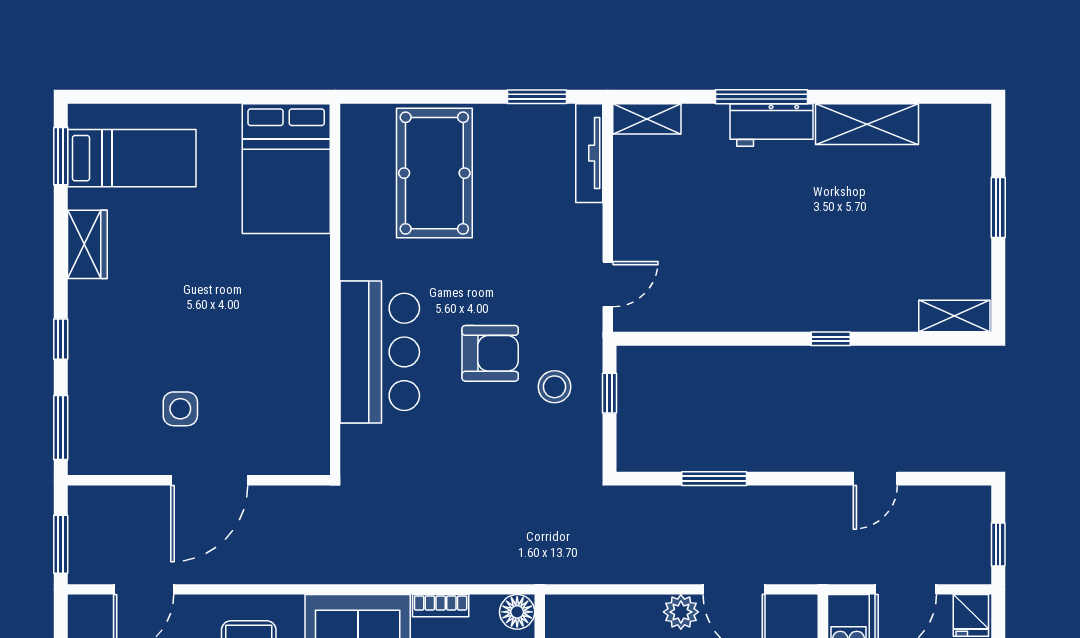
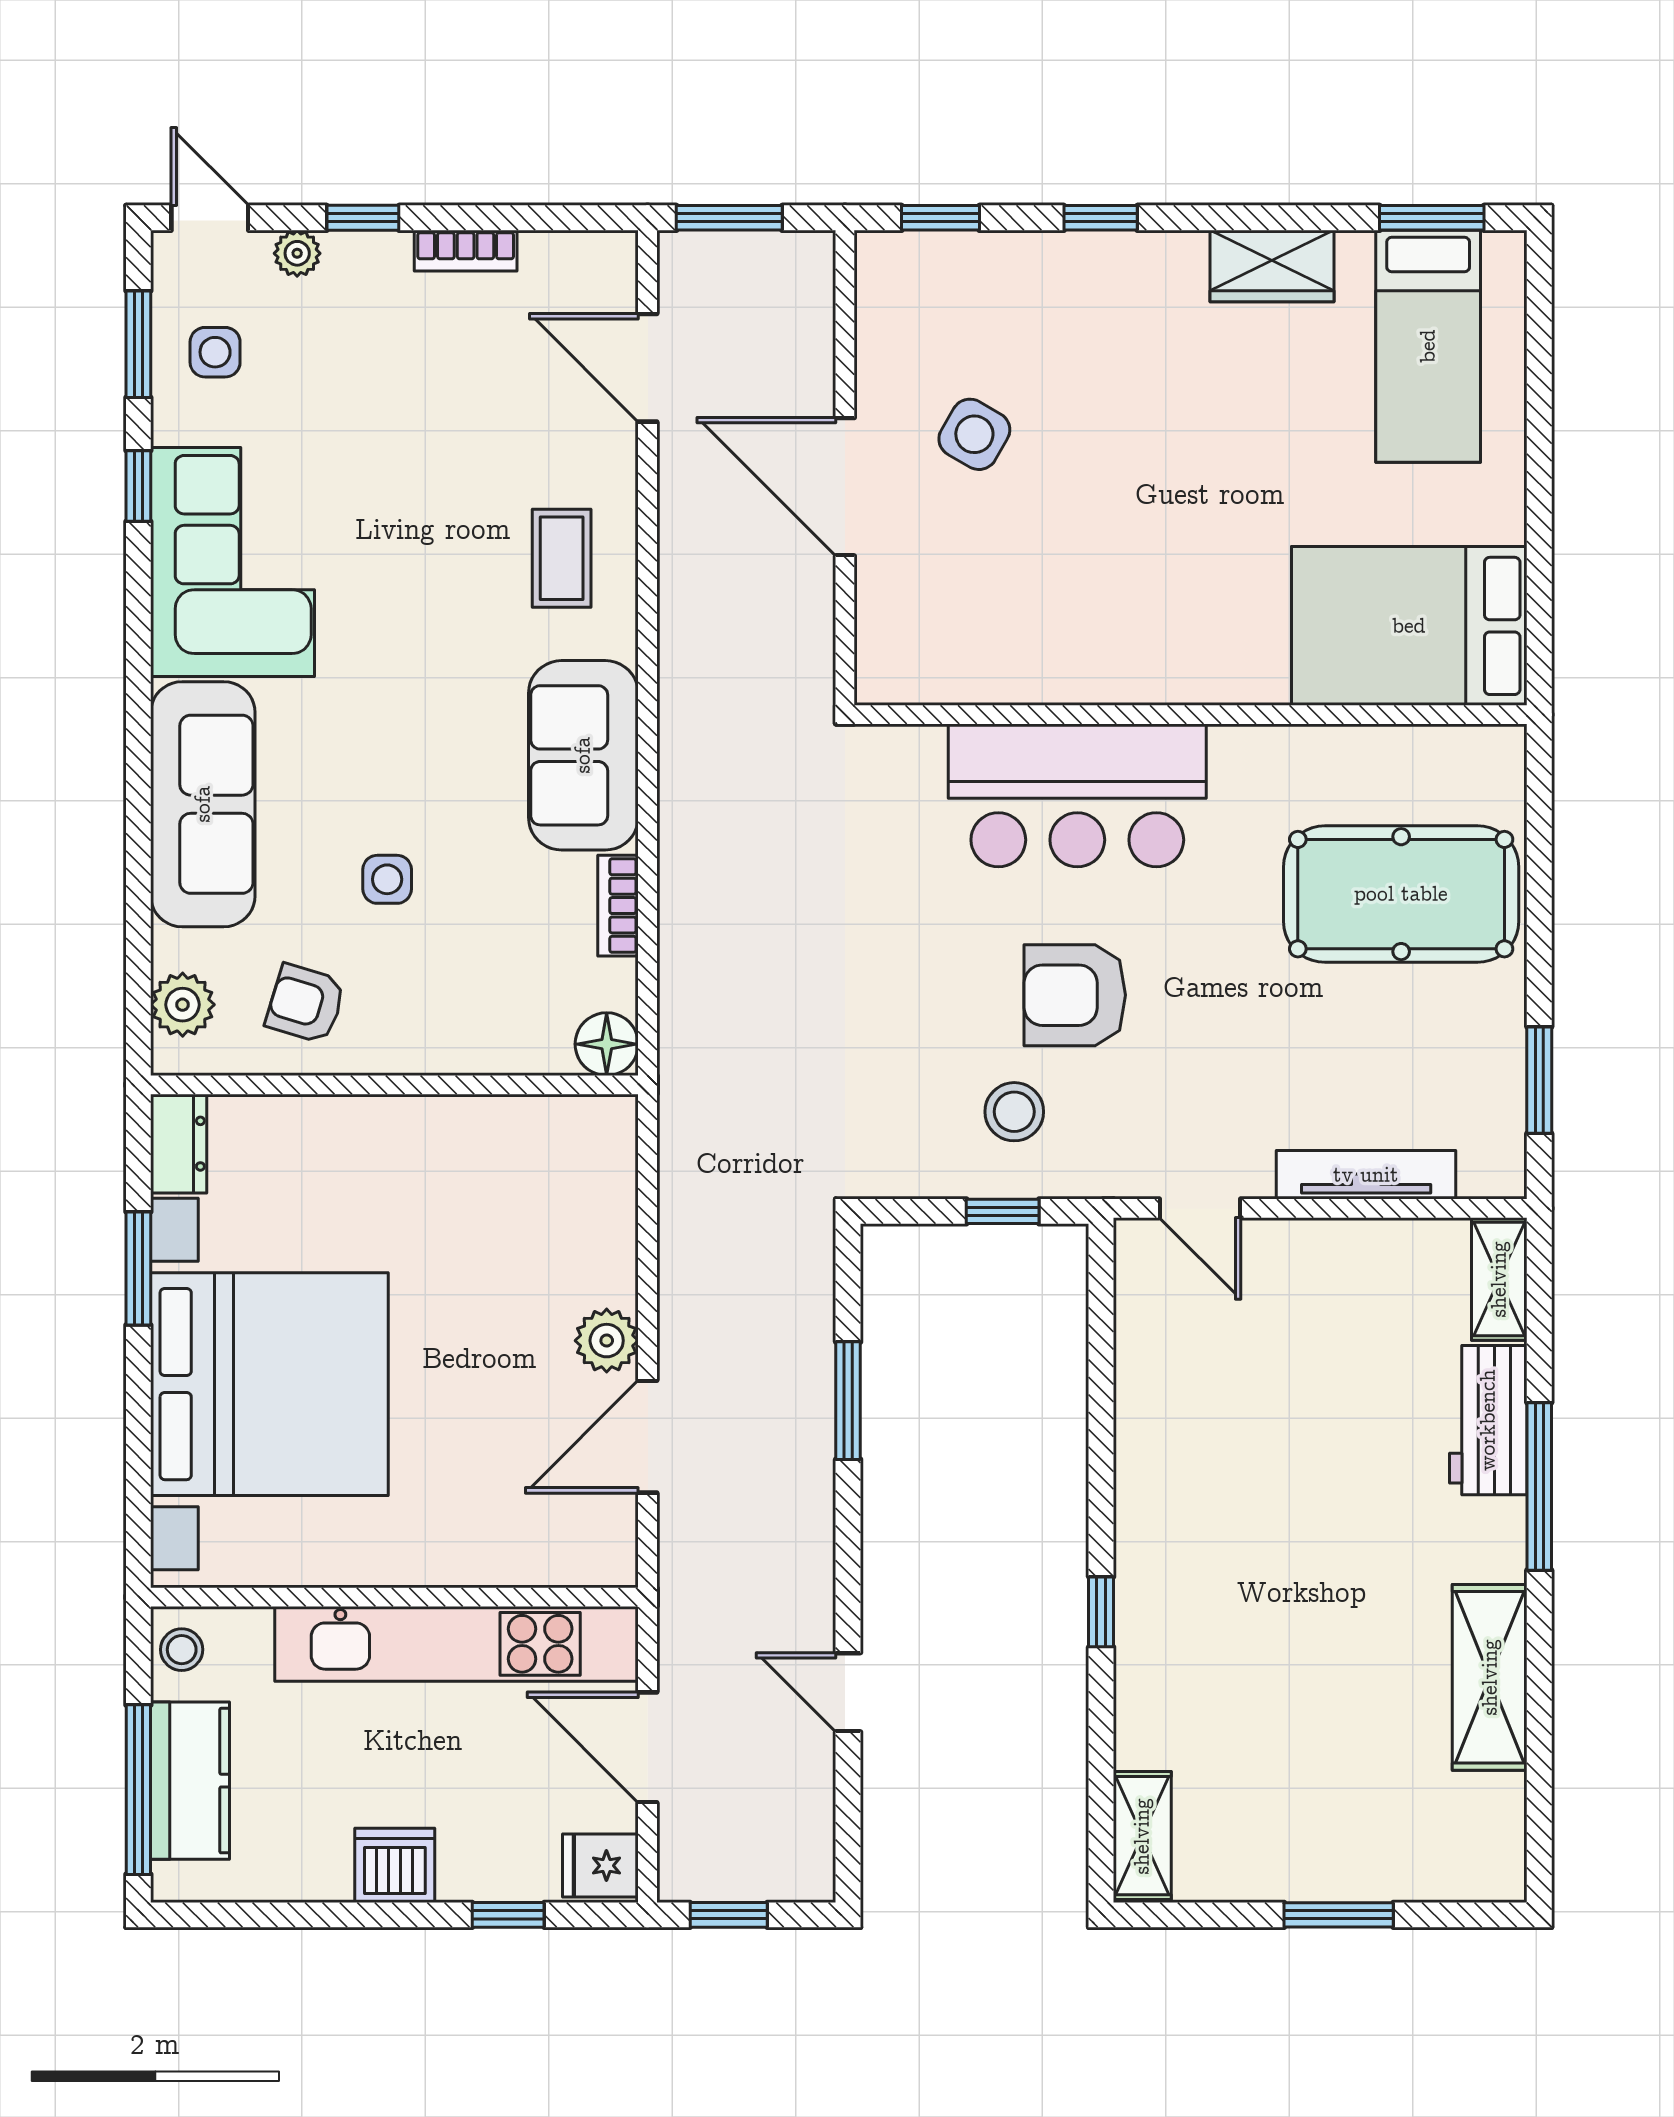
workbench: (772, 125) -> (1488, 1420), moved
tv unit: (589, 153) -> (1366, 1175), moved
armchair: (490, 353) -> (1075, 995), turned 90
side table: (180, 409) -> (974, 434), turned 30
window: (61, 428) -> (941, 218), width x0.67

